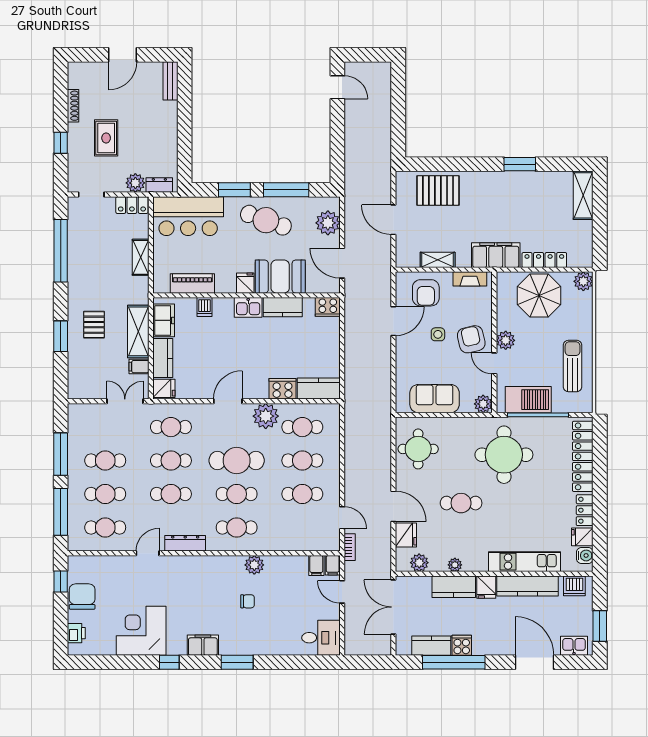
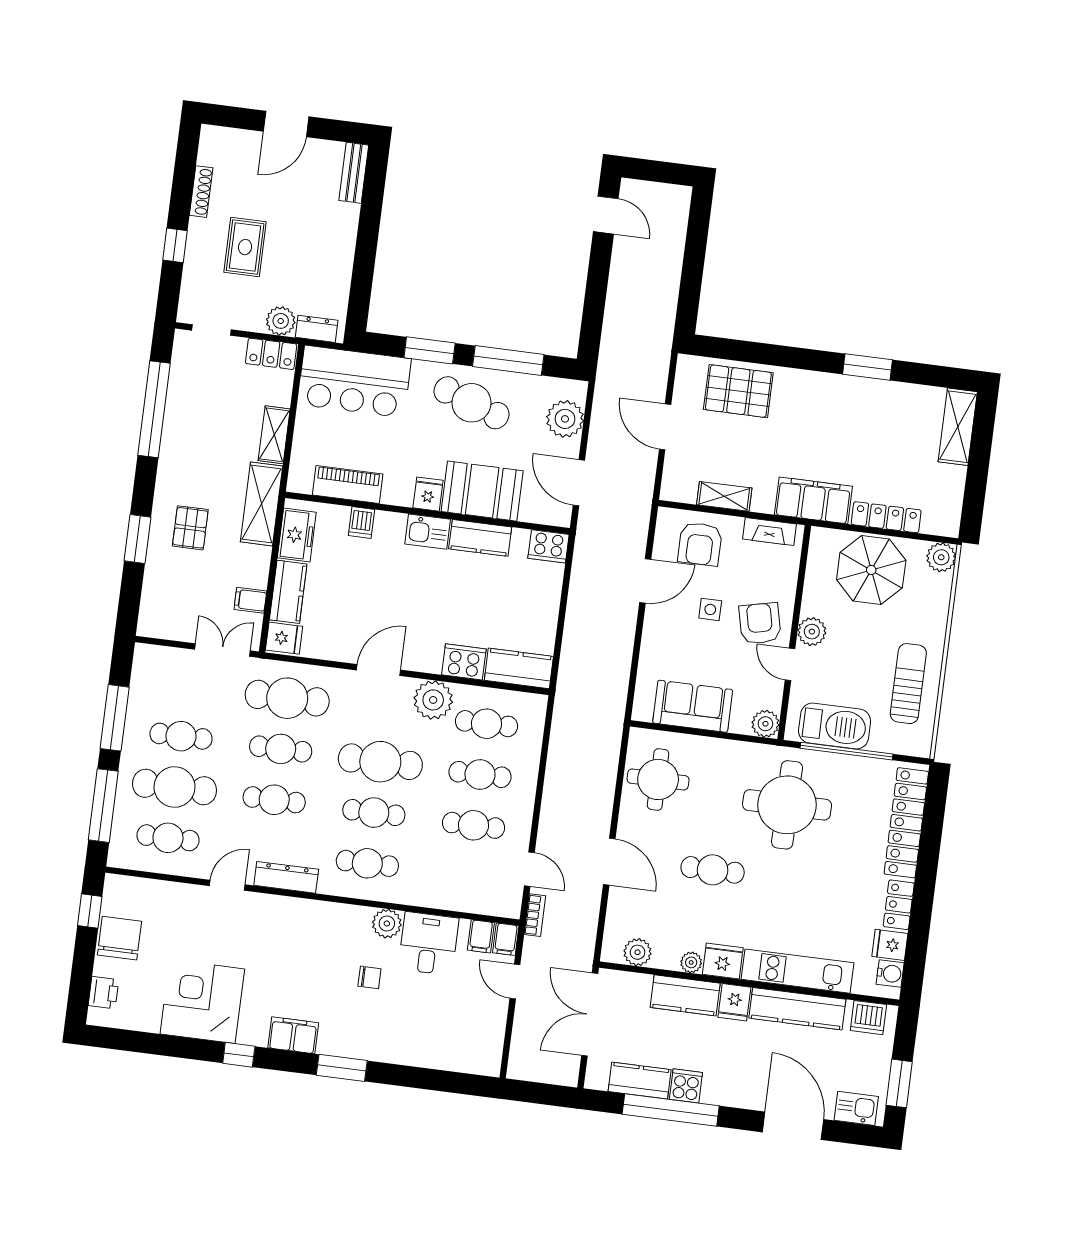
shelving: (138, 331) -> (262, 504), moved
cafe table: (171, 427) -> (287, 698), width x1.37, depth x1.35
cafe table: (105, 494) -> (175, 787), width x1.37, depth x1.35
fridge: (406, 535) -> (723, 961), moved, turned -90
desk: (321, 638) -> (428, 944), moved, turned -90

